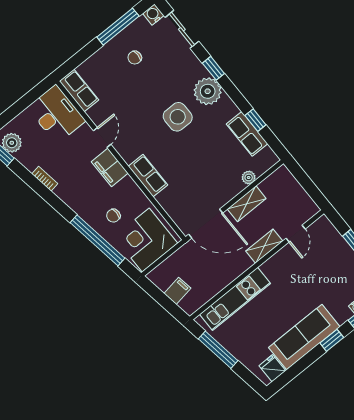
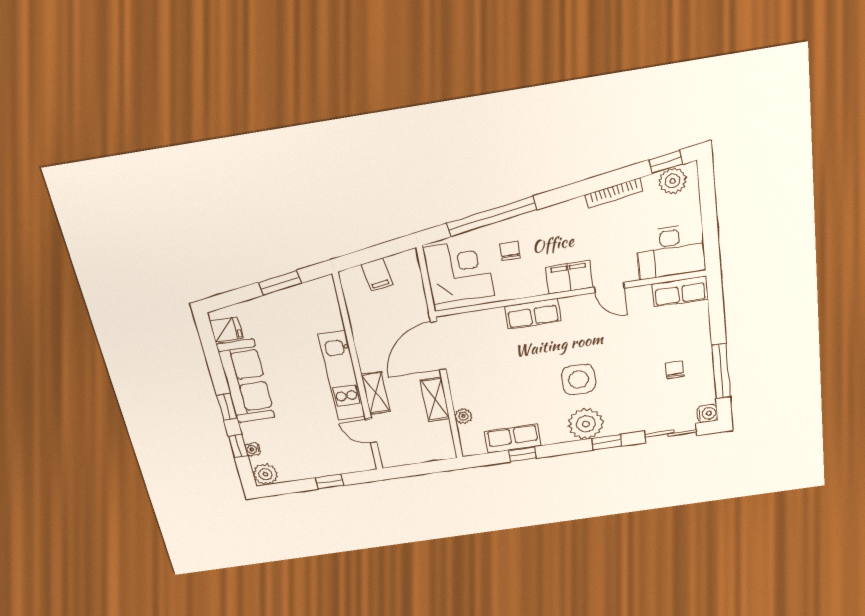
bookcase: (45, 179) -> (614, 193), width x1.56
kitchen unit: (235, 299) -> (342, 376), moved
window: (218, 350) -> (280, 283), width x0.69

